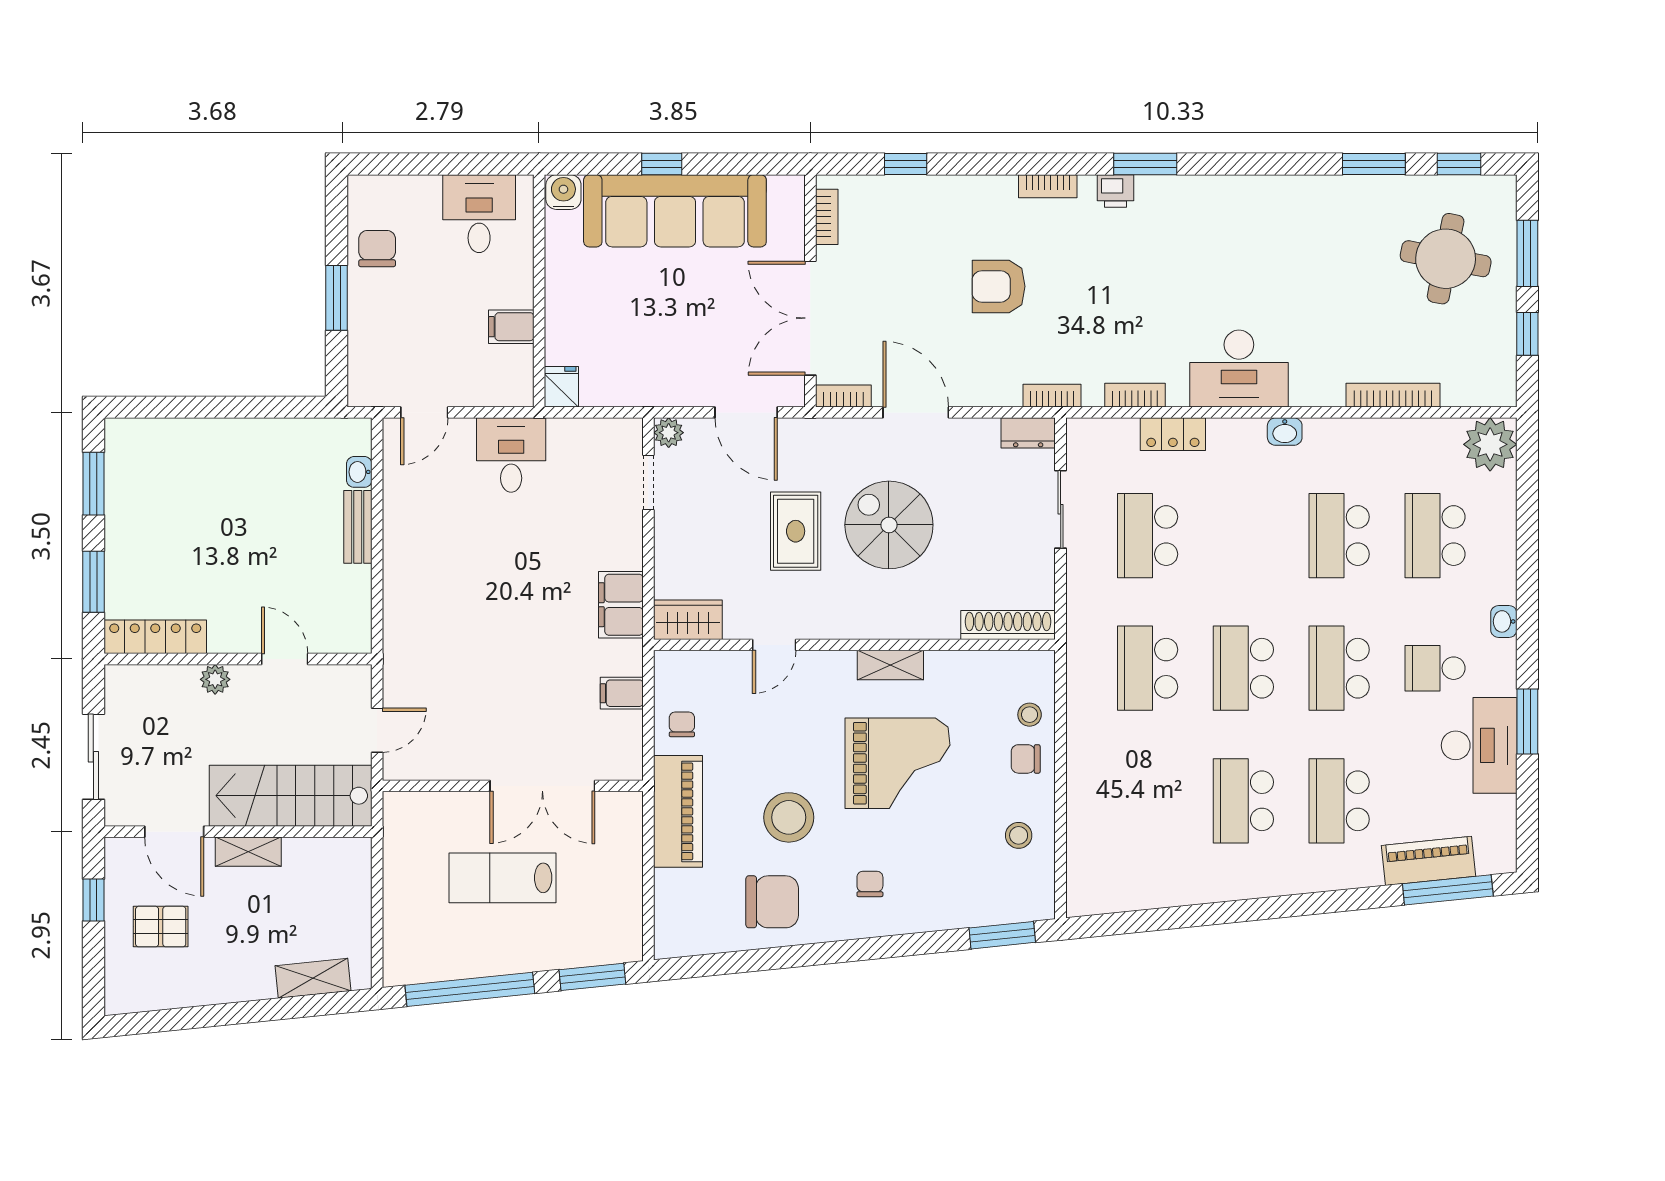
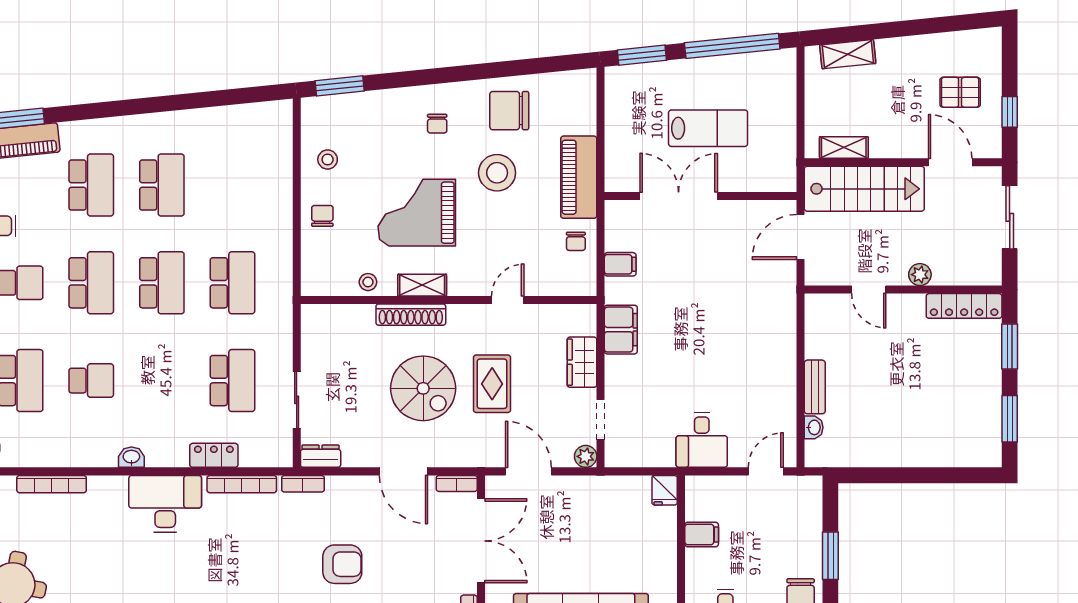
bookcase: (1135, 395) -> (242, 484), width x1.56
school desk: (1339, 536) -> (91, 381), width x0.54
wardrobe: (688, 620) -> (582, 362), moved, turned 90
shoe rack: (1008, 625) -> (411, 315), moved
stool: (1030, 715) -> (368, 282), moved
door: (377, 730) -> (801, 237), width x1.38
chair: (1026, 759) -> (322, 216), turned -90
shelving: (248, 852) -> (844, 147), moved

